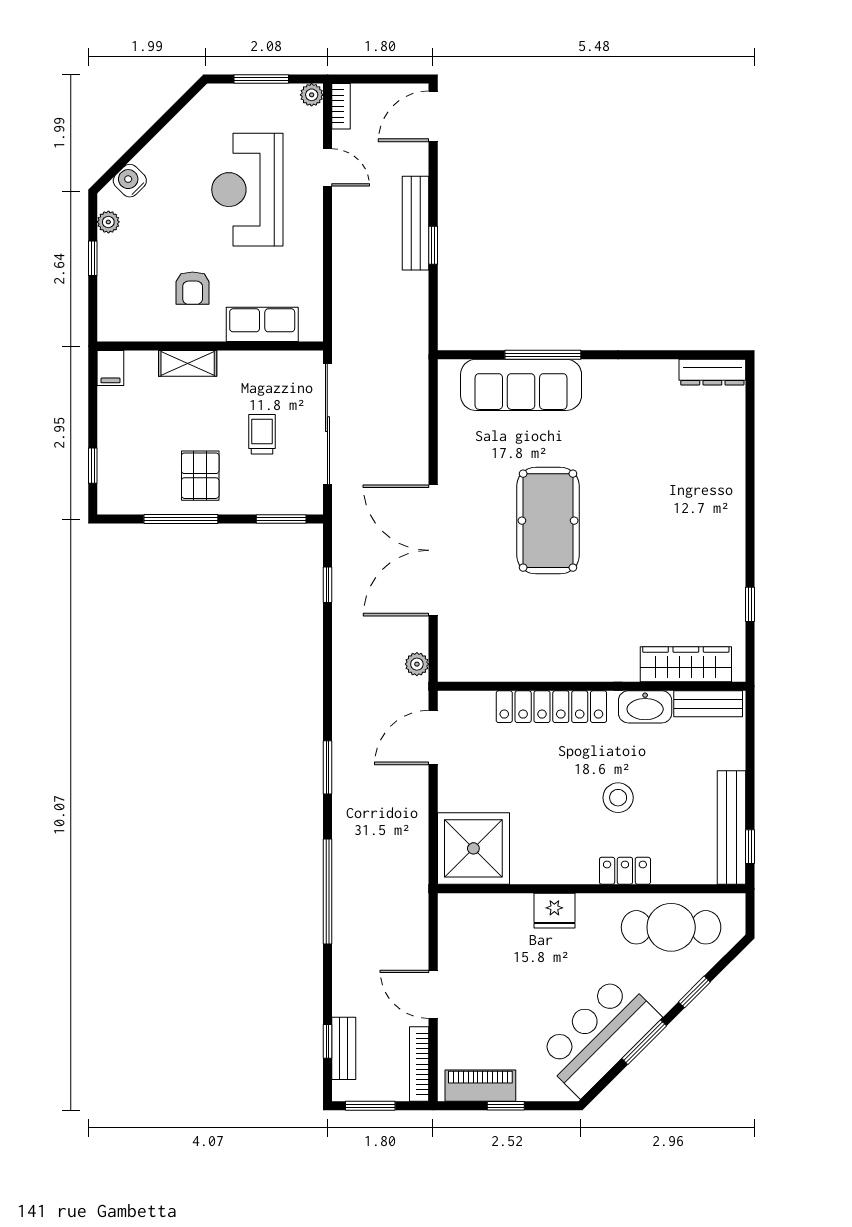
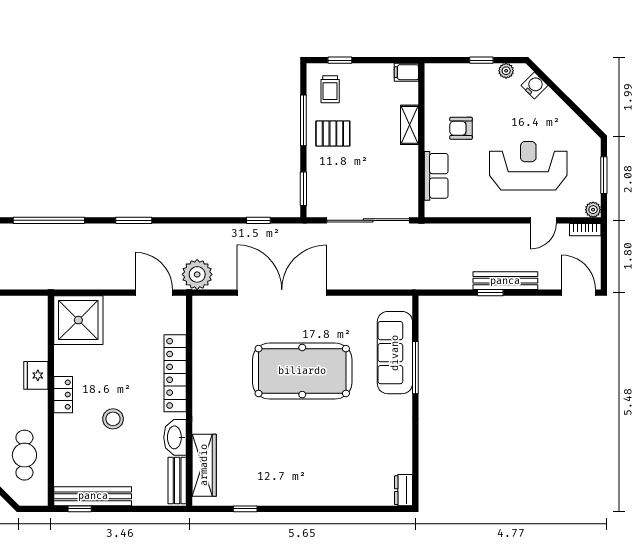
dresser: (712, 372) -> (404, 490), width x0.70
trolley: (262, 434) -> (330, 89), moved, turned 90
pool table: (548, 521) -> (302, 371), width x1.36, depth x1.32
plant: (417, 664) -> (197, 274), width x1.87, depth x1.87
locker: (625, 871) -> (63, 395), moved
cafe table: (671, 927) -> (24, 455), width x0.73, depth x0.74

